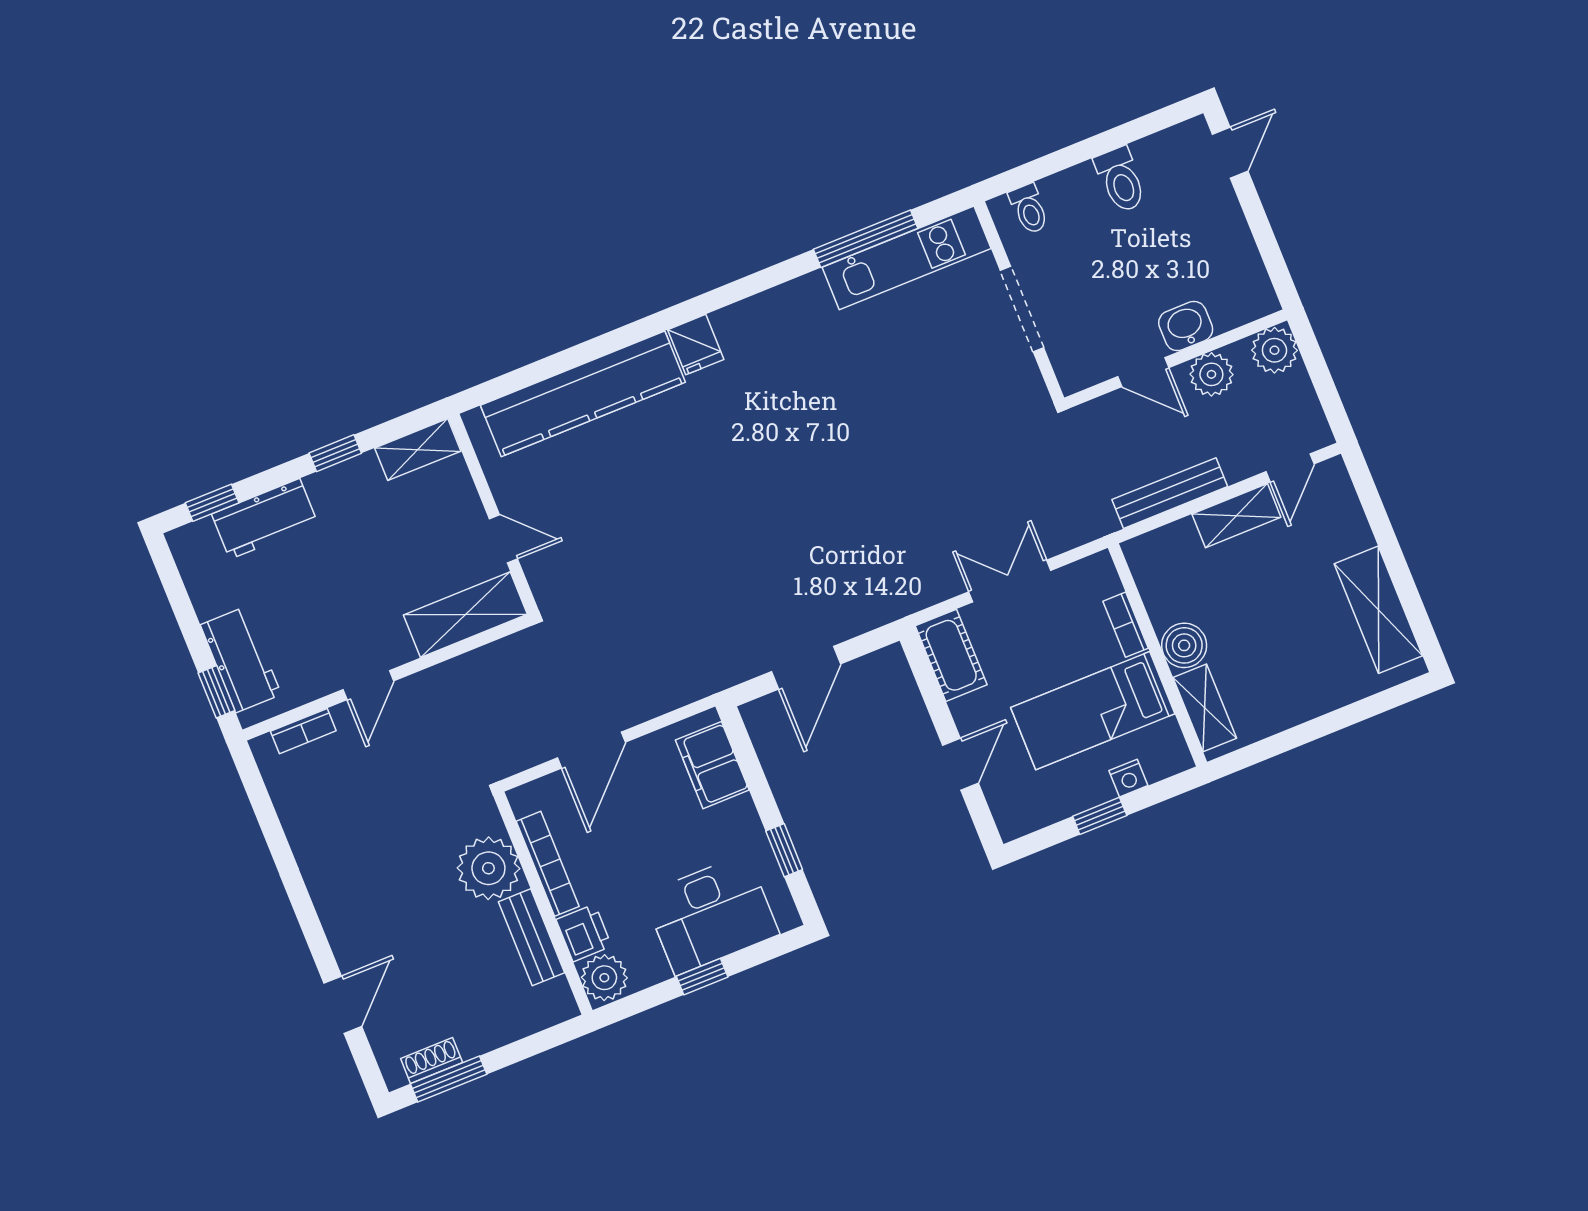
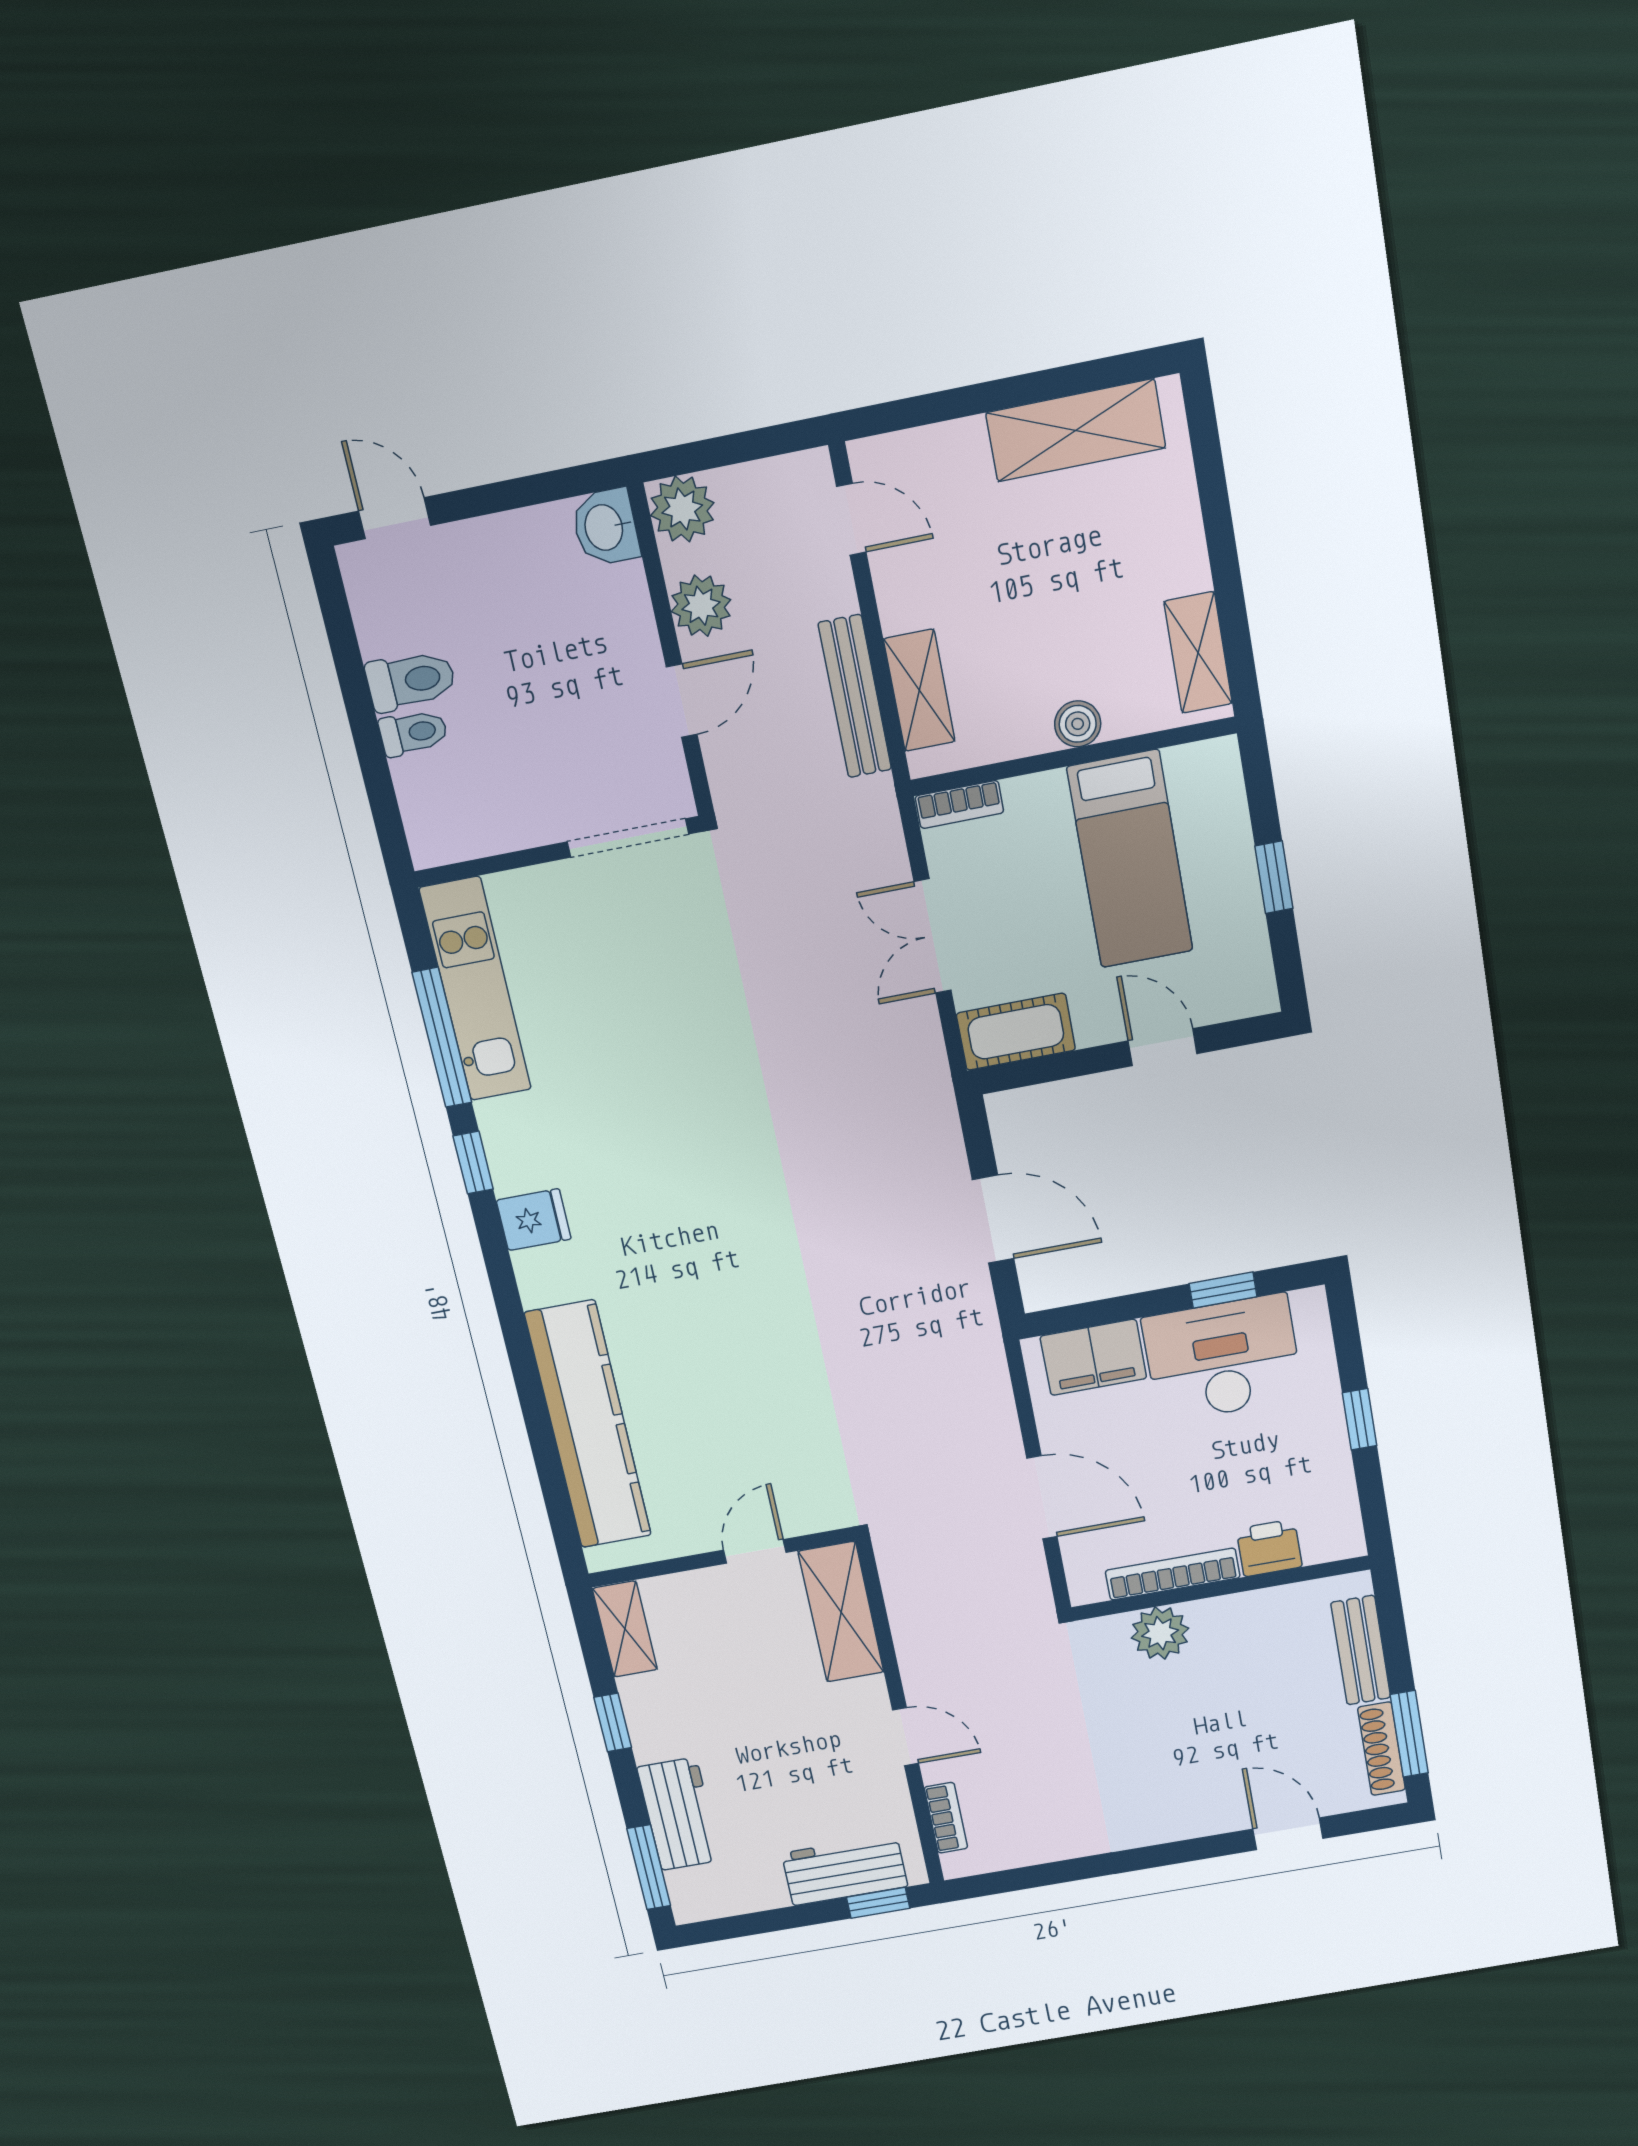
toilet: (1029, 209) -> (413, 733), moved
window: (775, 276) -> (473, 1163), added
doorway: (1022, 309) -> (628, 838), moved
washbasin: (1186, 326) -> (605, 527), moved
fridge: (696, 345) -> (534, 1220), moved
window: (212, 503) -> (649, 1867), width x1.50
shelving: (1236, 516) -> (919, 690), moved
bookcase: (1126, 625) -> (959, 804), moved
boiler: (1184, 645) -> (1078, 724), width x0.73, depth x0.73
shelving: (1205, 708) -> (1198, 653), moved, turned 90
nightstand: (1128, 778) -> (1232, 829), removed
plant: (488, 868) -> (1160, 1633), width x0.73, depth x0.73
desk: (711, 914) -> (1222, 1358), moved, turned -90
bench: (532, 937) -> (1361, 1650), moved, turned 90
plant: (604, 978) -> (1331, 1535), removed
shoe rack: (432, 1060) -> (1382, 1749), width x1.43

